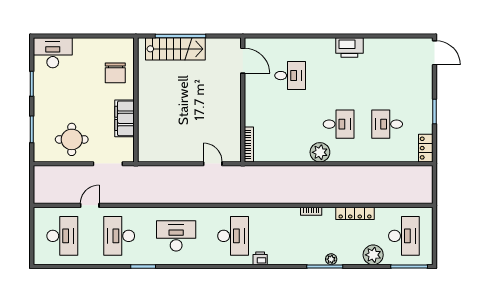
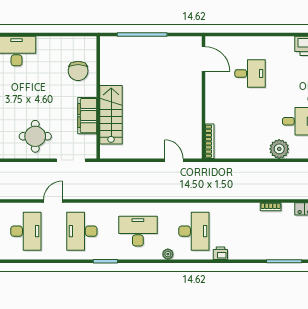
stairs: (175, 49) -> (111, 115), moved, turned -90
plant: (331, 259) -> (168, 254), moved

